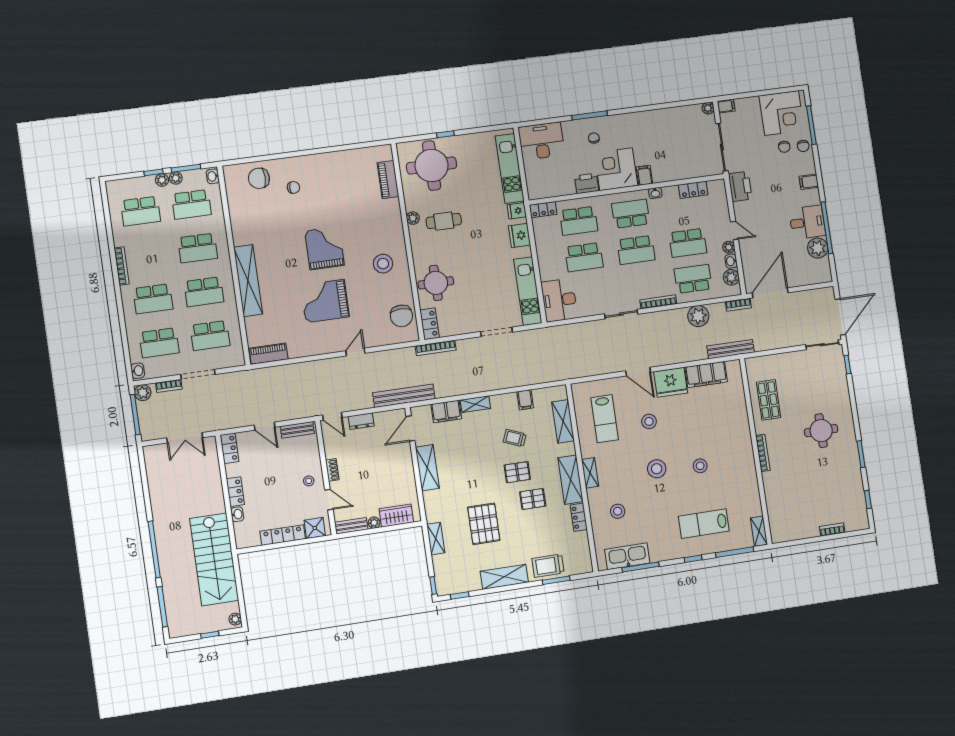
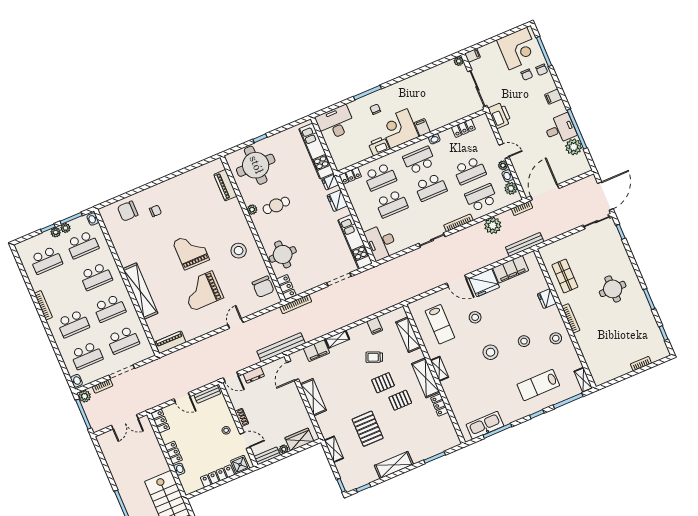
fridge: (740, 421) -> (547, 299), added
stool: (618, 511) -> (556, 338), moved
trolley: (548, 566) -> (425, 448), removed

